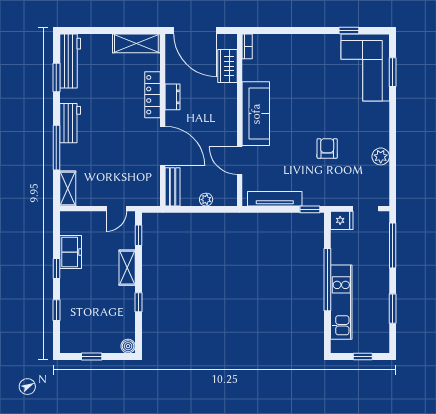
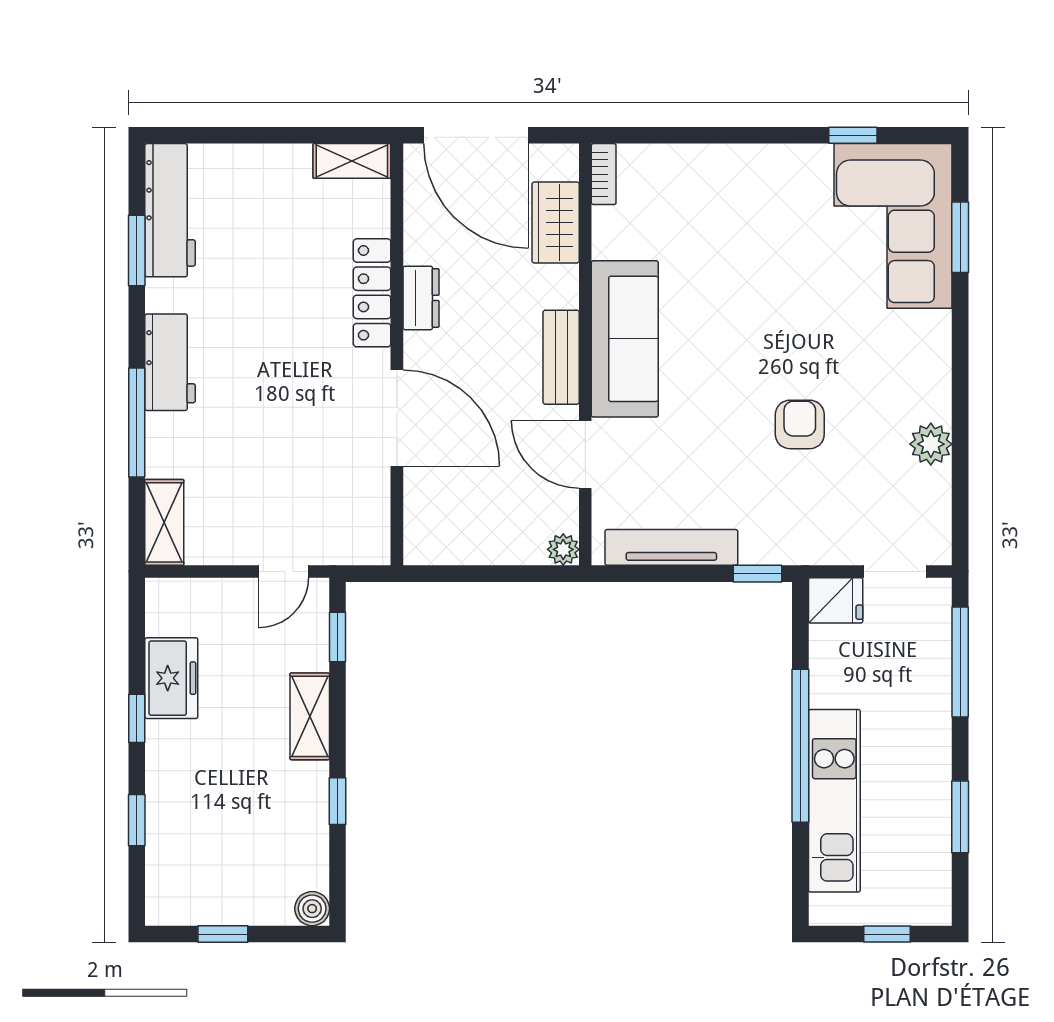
shelving: (136, 43) -> (352, 161), width x0.67, depth x0.75
bench: (173, 187) -> (561, 357), moved
plant: (206, 200) -> (563, 549), moved

